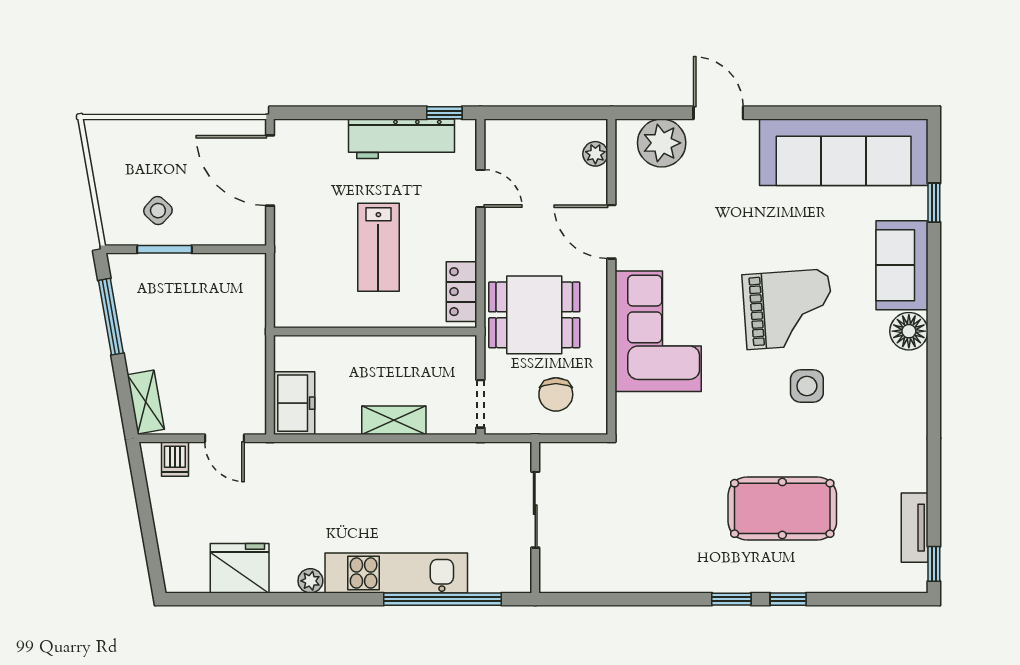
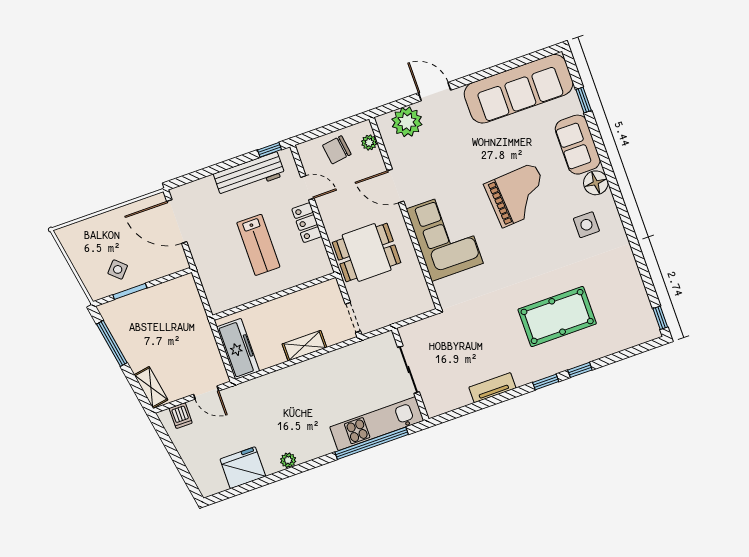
locker: (462, 292) -> (307, 223), moved
side table: (807, 386) -> (586, 225), moved
chair: (556, 394) -> (337, 150), moved, turned 82
freezer: (294, 403) -> (238, 349), width x1.40
tv unit: (915, 528) -> (492, 388), moved, turned 90
kitchen unit: (396, 573) -> (377, 424), moved

